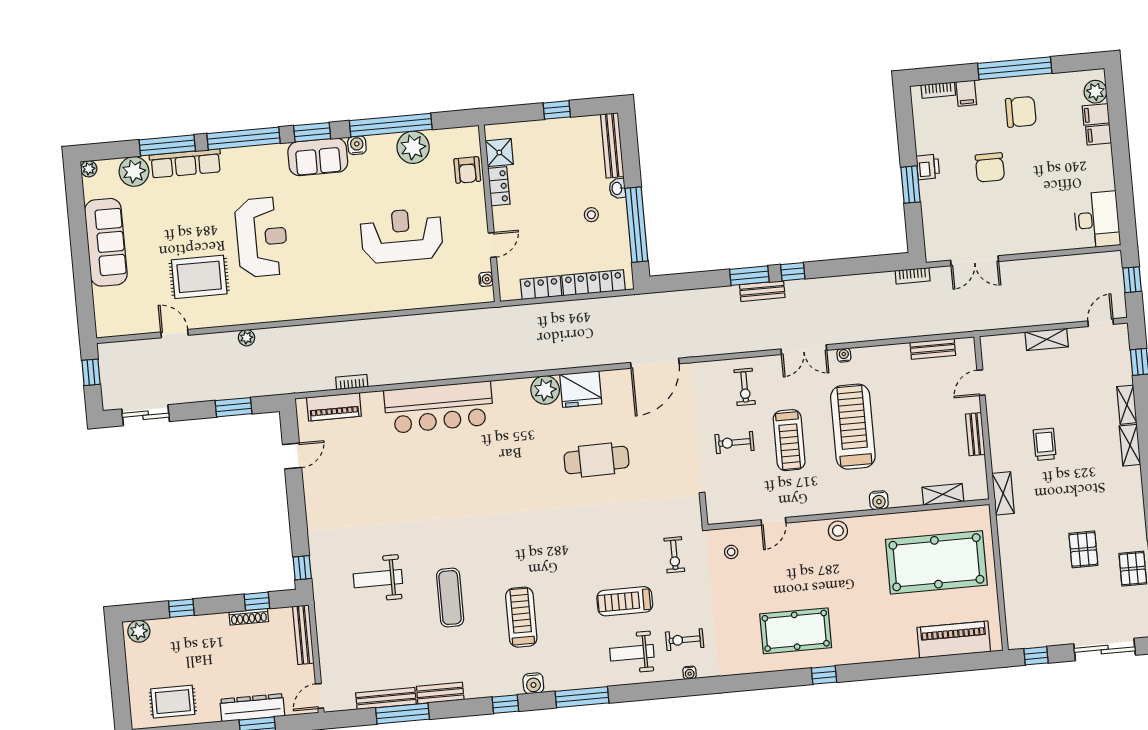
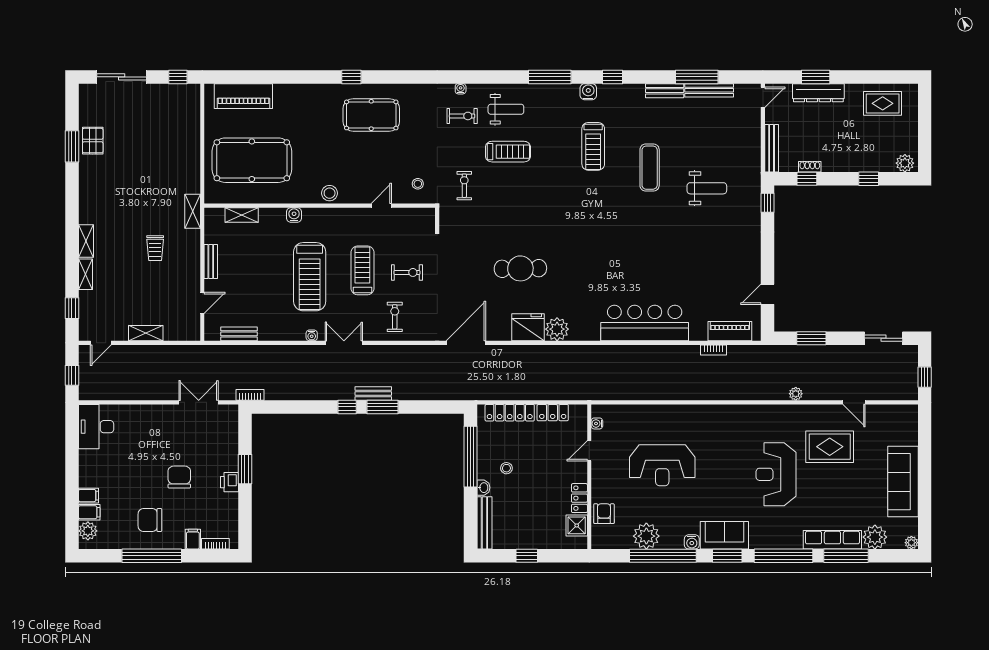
pallet: (1083, 549) -> (131, 160), removed
shoe rack: (249, 617) -> (810, 167), width x0.70

